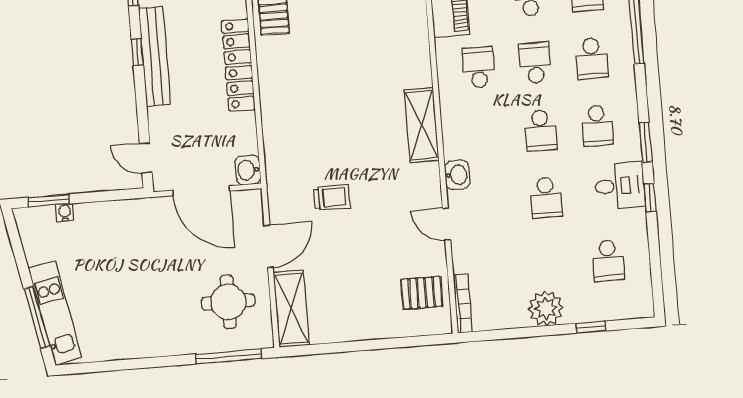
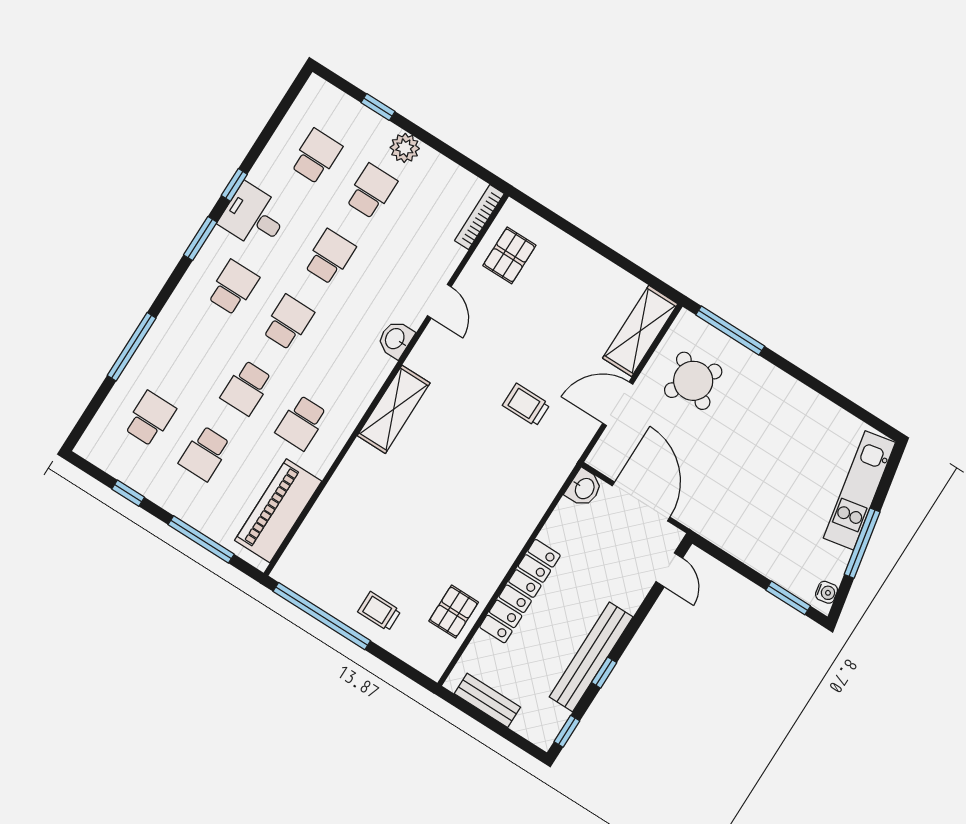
school desk: (592, 58) -> (371, 191), moved
water cooler: (65, 213) -> (827, 592), moved, turned -101
pallet: (422, 293) -> (509, 255), turned 90
round table: (228, 302) -> (693, 381), turned 34
plant: (546, 308) -> (405, 148), width x0.73, depth x0.73
window: (37, 317) -> (862, 543), moved

